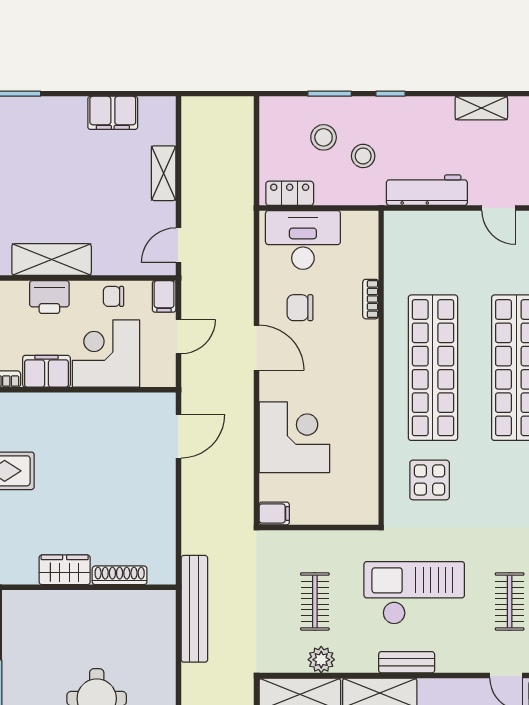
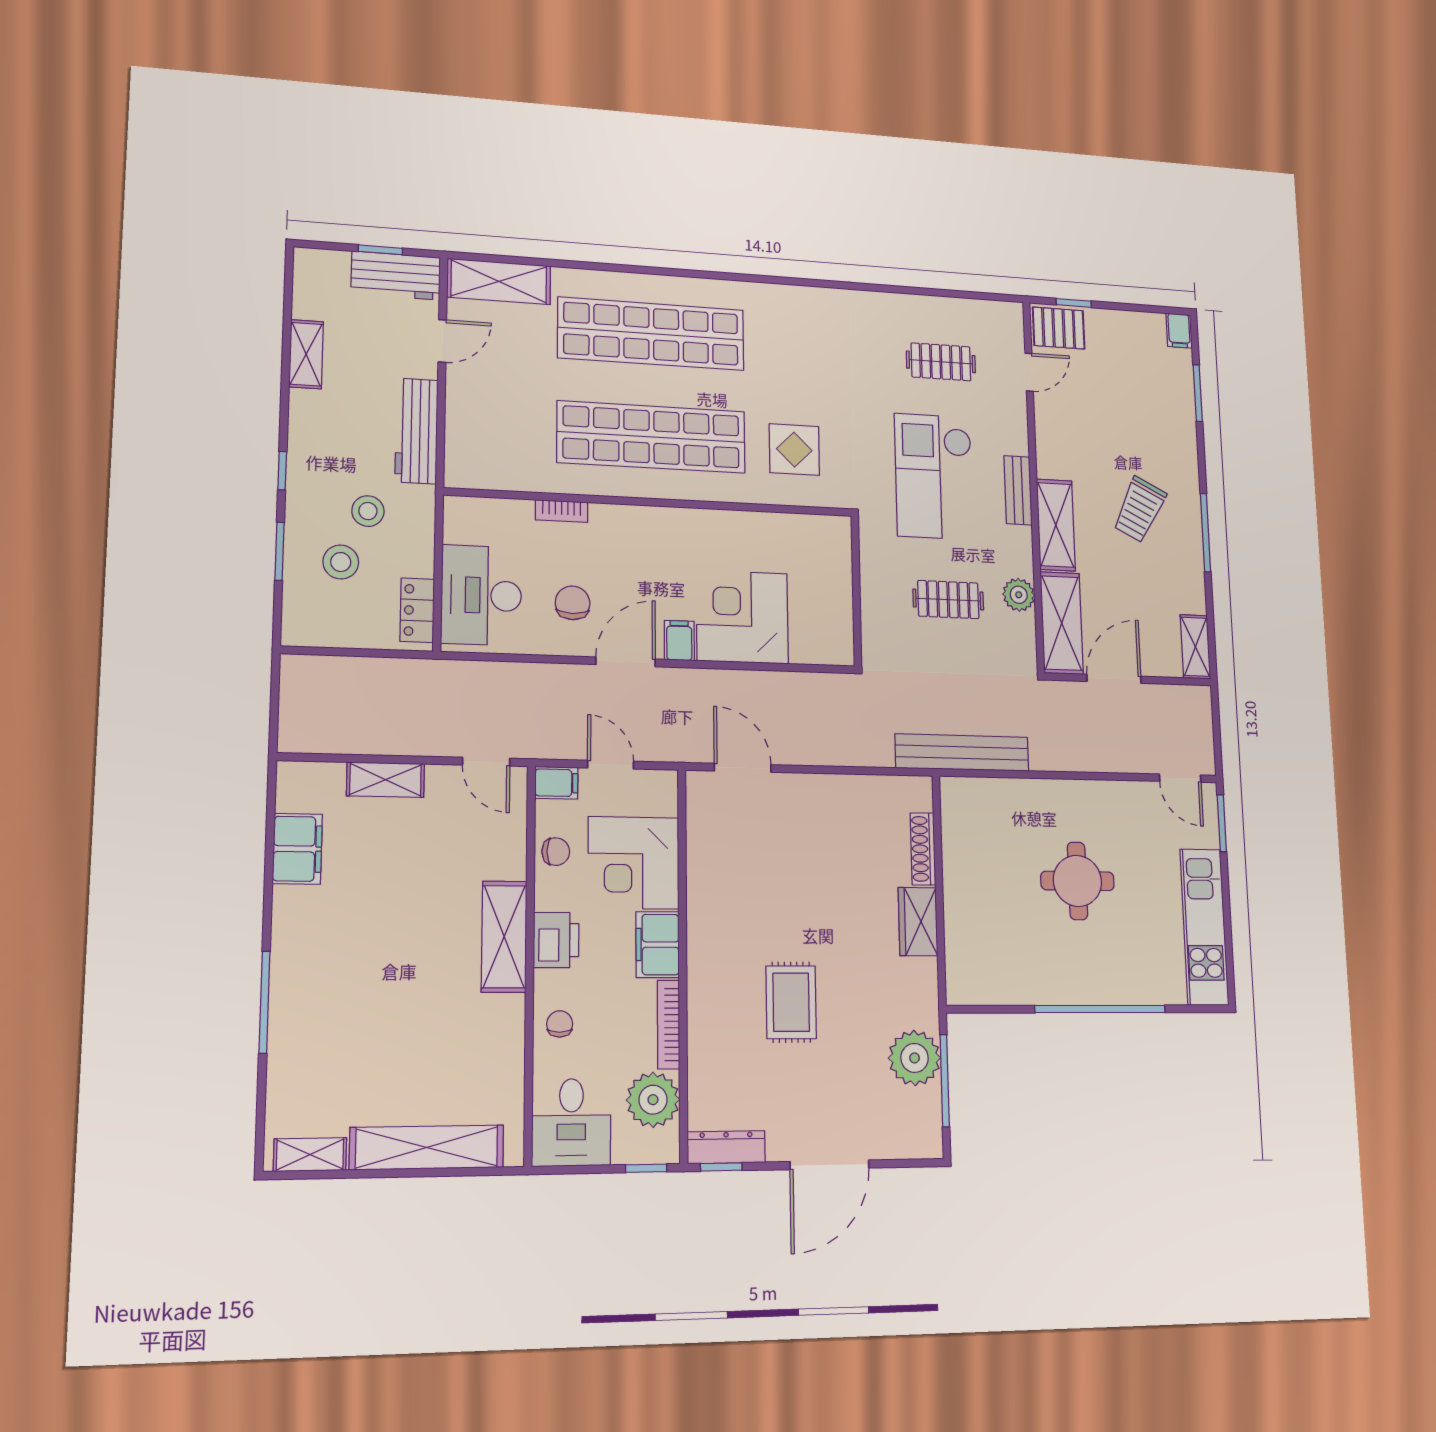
chair: (113, 296) -> (556, 852), turned -90
chair: (300, 308) -> (573, 603), turned 180
filing cabinet: (274, 513) -> (679, 641), moved

